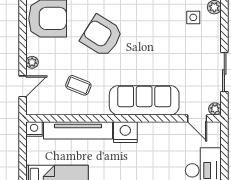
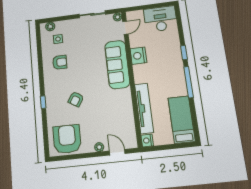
armchair: (158, 17) -> (60, 62), added
armchair: (102, 36) -> (76, 99), width x0.53, depth x0.53
coffee table: (78, 85) -> (112, 112), removed
nightstand: (125, 132) -> (138, 56), moved

